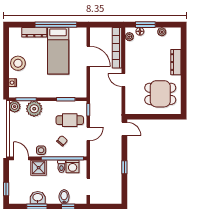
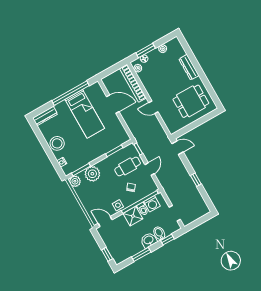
dresser: (34, 32) -> (45, 116), moved
shower: (39, 168) -> (133, 216), moved
washbasin: (38, 198) -> (149, 240), moved

